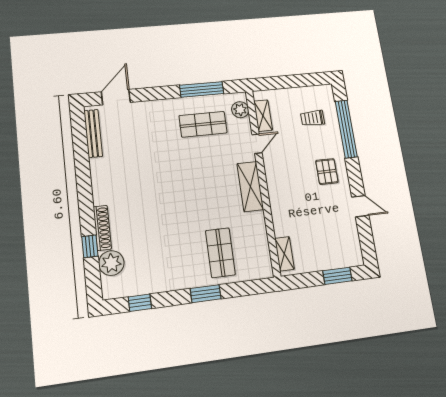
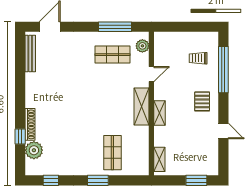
shelving: (263, 116) -> (160, 113), moved

